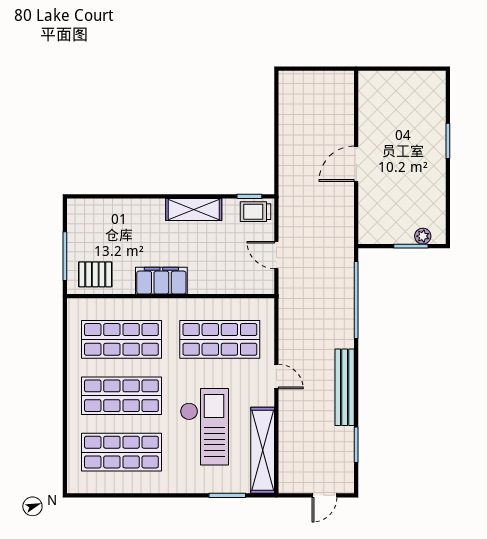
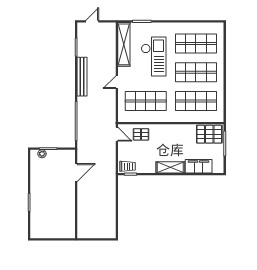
door: (356, 164) -> (76, 173), moved
shelving: (194, 209) -> (170, 167), moved
door: (276, 255) -> (117, 134), moved
pallet: (95, 274) -> (209, 134), width x1.50, depth x1.42
pallet: (229, 274) -> (141, 134), added
filing cabinet: (161, 281) -> (199, 166), moved, turned 180
door: (276, 376) -> (117, 82), hinge flipped
checkout: (204, 427) -> (154, 56), turned 180

